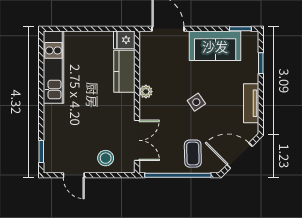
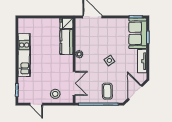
sofa: (215, 46) -> (138, 33), moved, turned 90
kitchen unit: (53, 67) -> (24, 55), moved
door: (240, 156) -> (135, 92), hinge flipped

